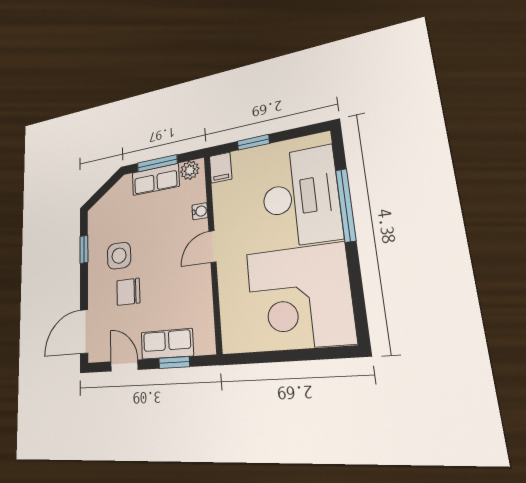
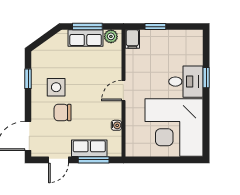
desk: (300, 197) -> (186, 82), width x0.53, depth x0.77
window: (346, 205) -> (206, 78), width x0.46
water cooler: (200, 211) -> (116, 125), moved
window: (174, 363) -> (94, 160), width x1.50
door: (124, 366) -> (59, 160), swing flipped

